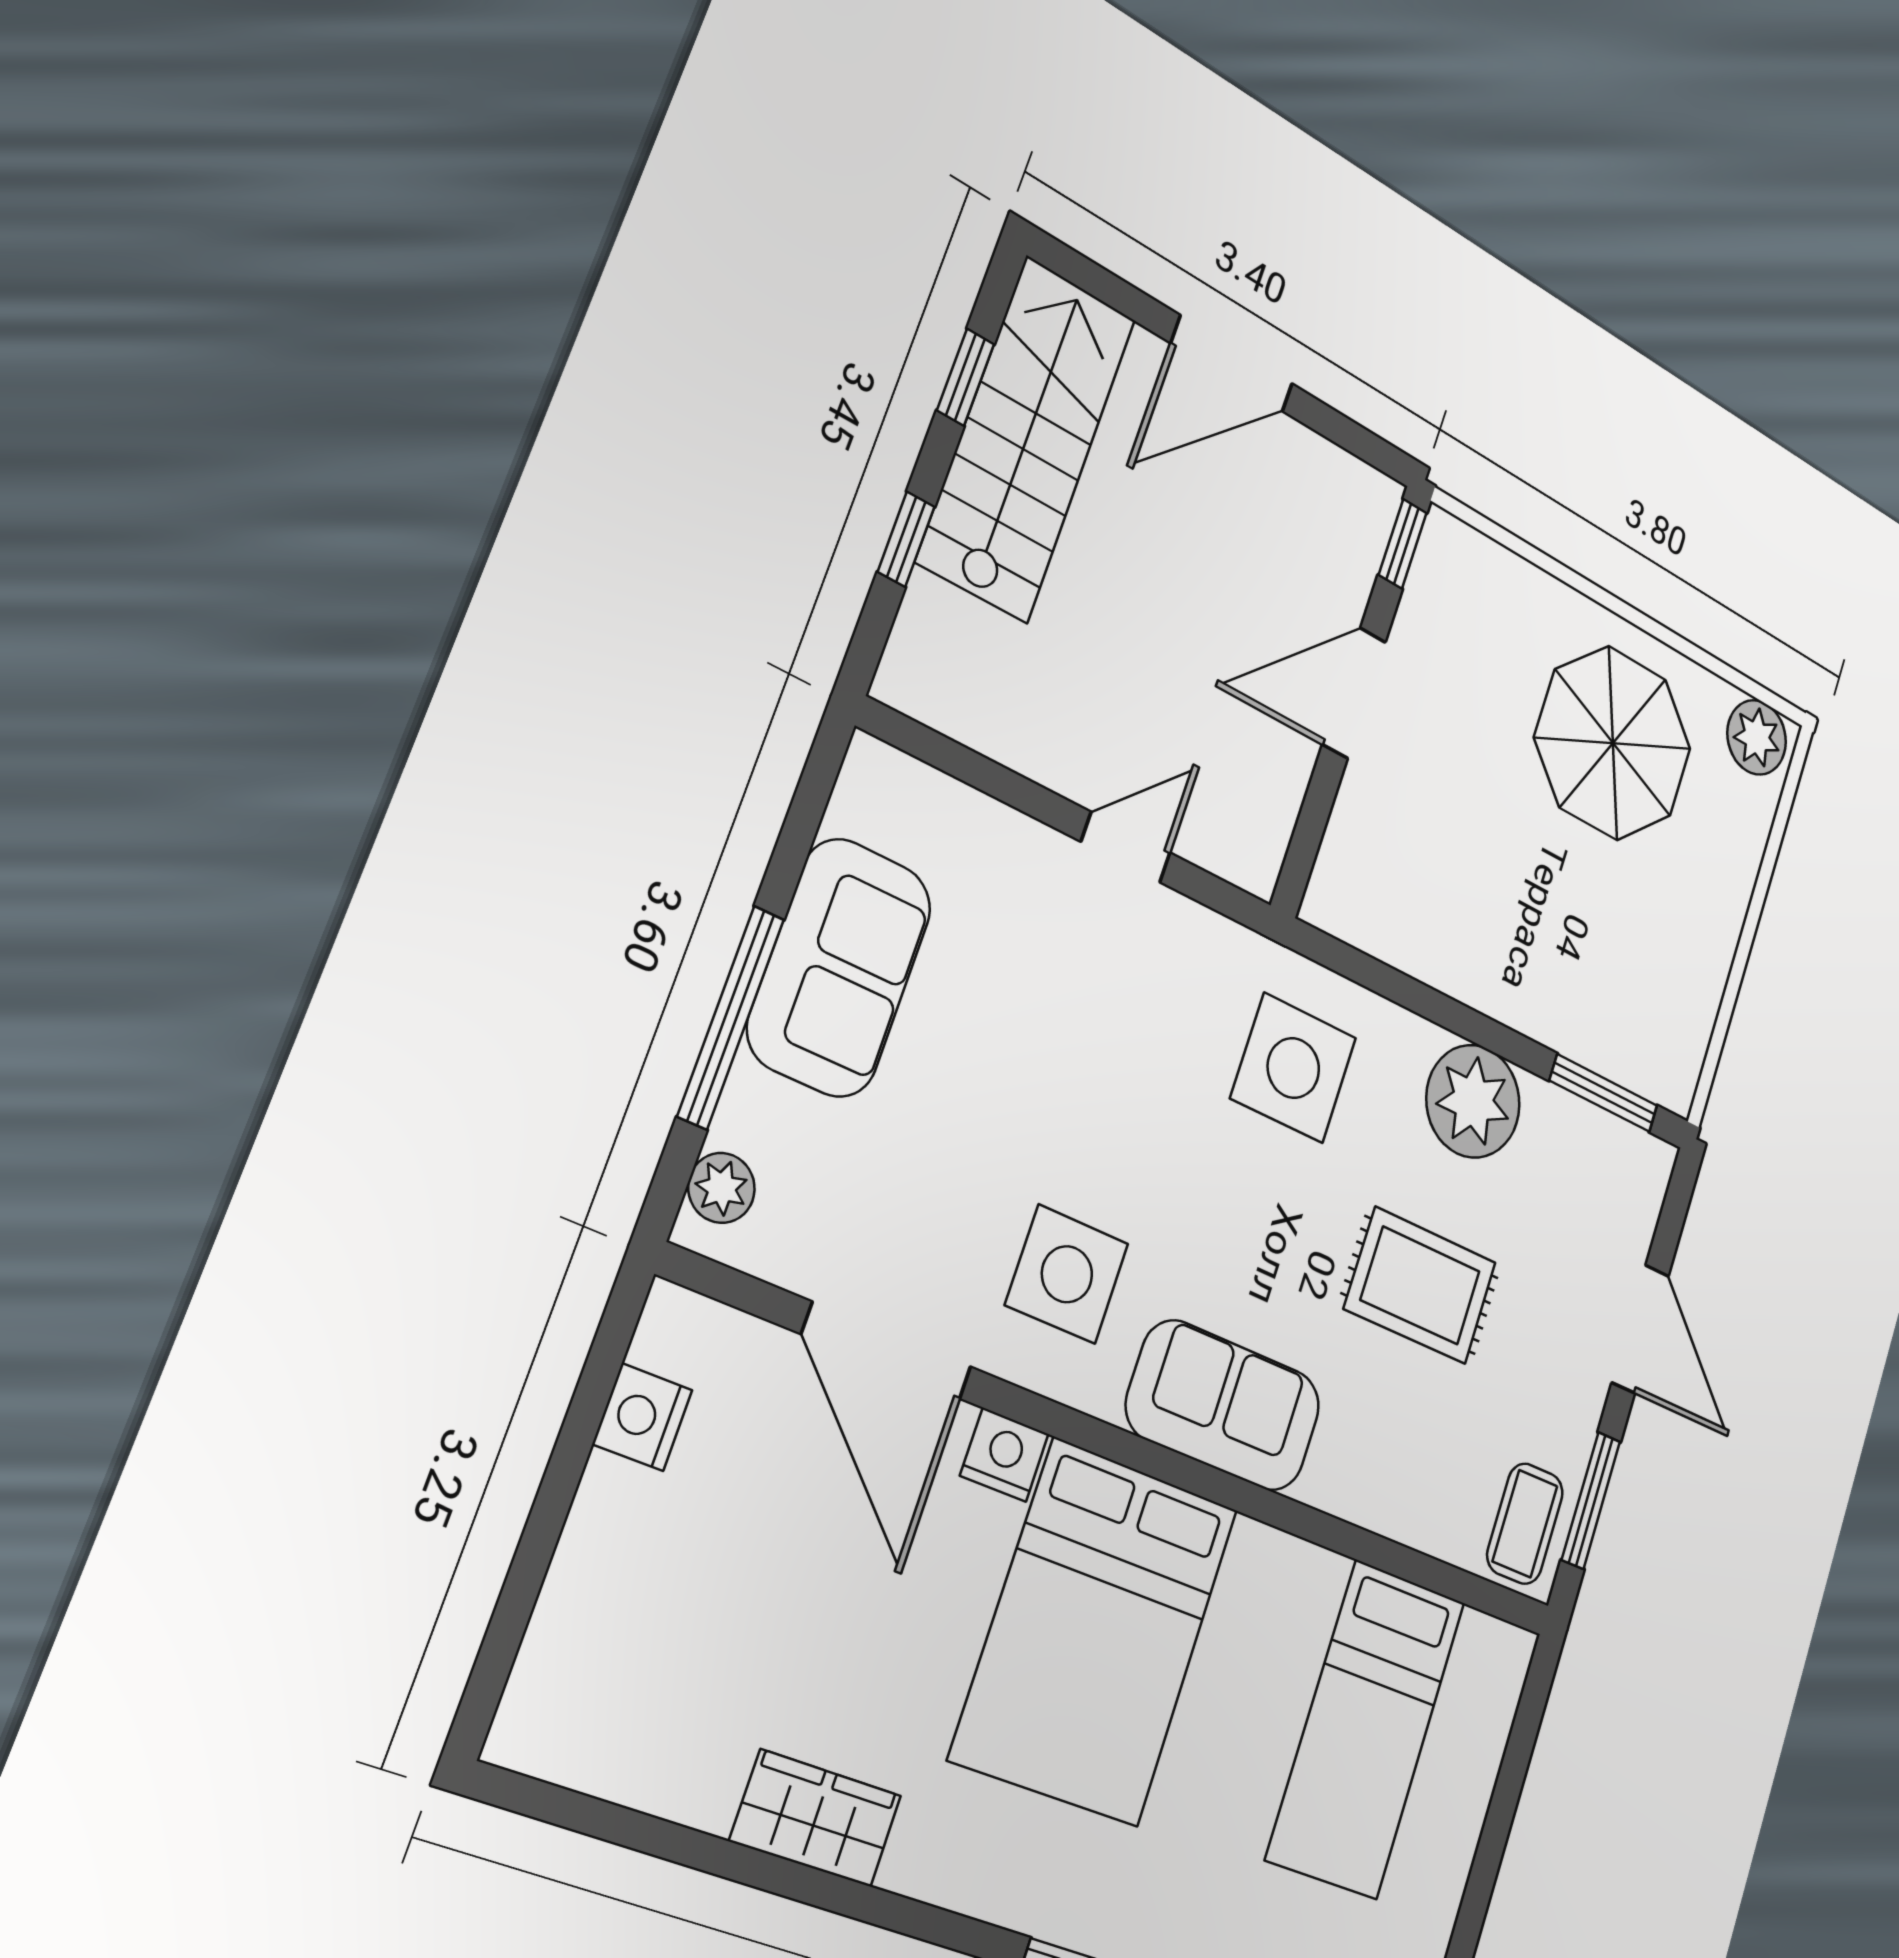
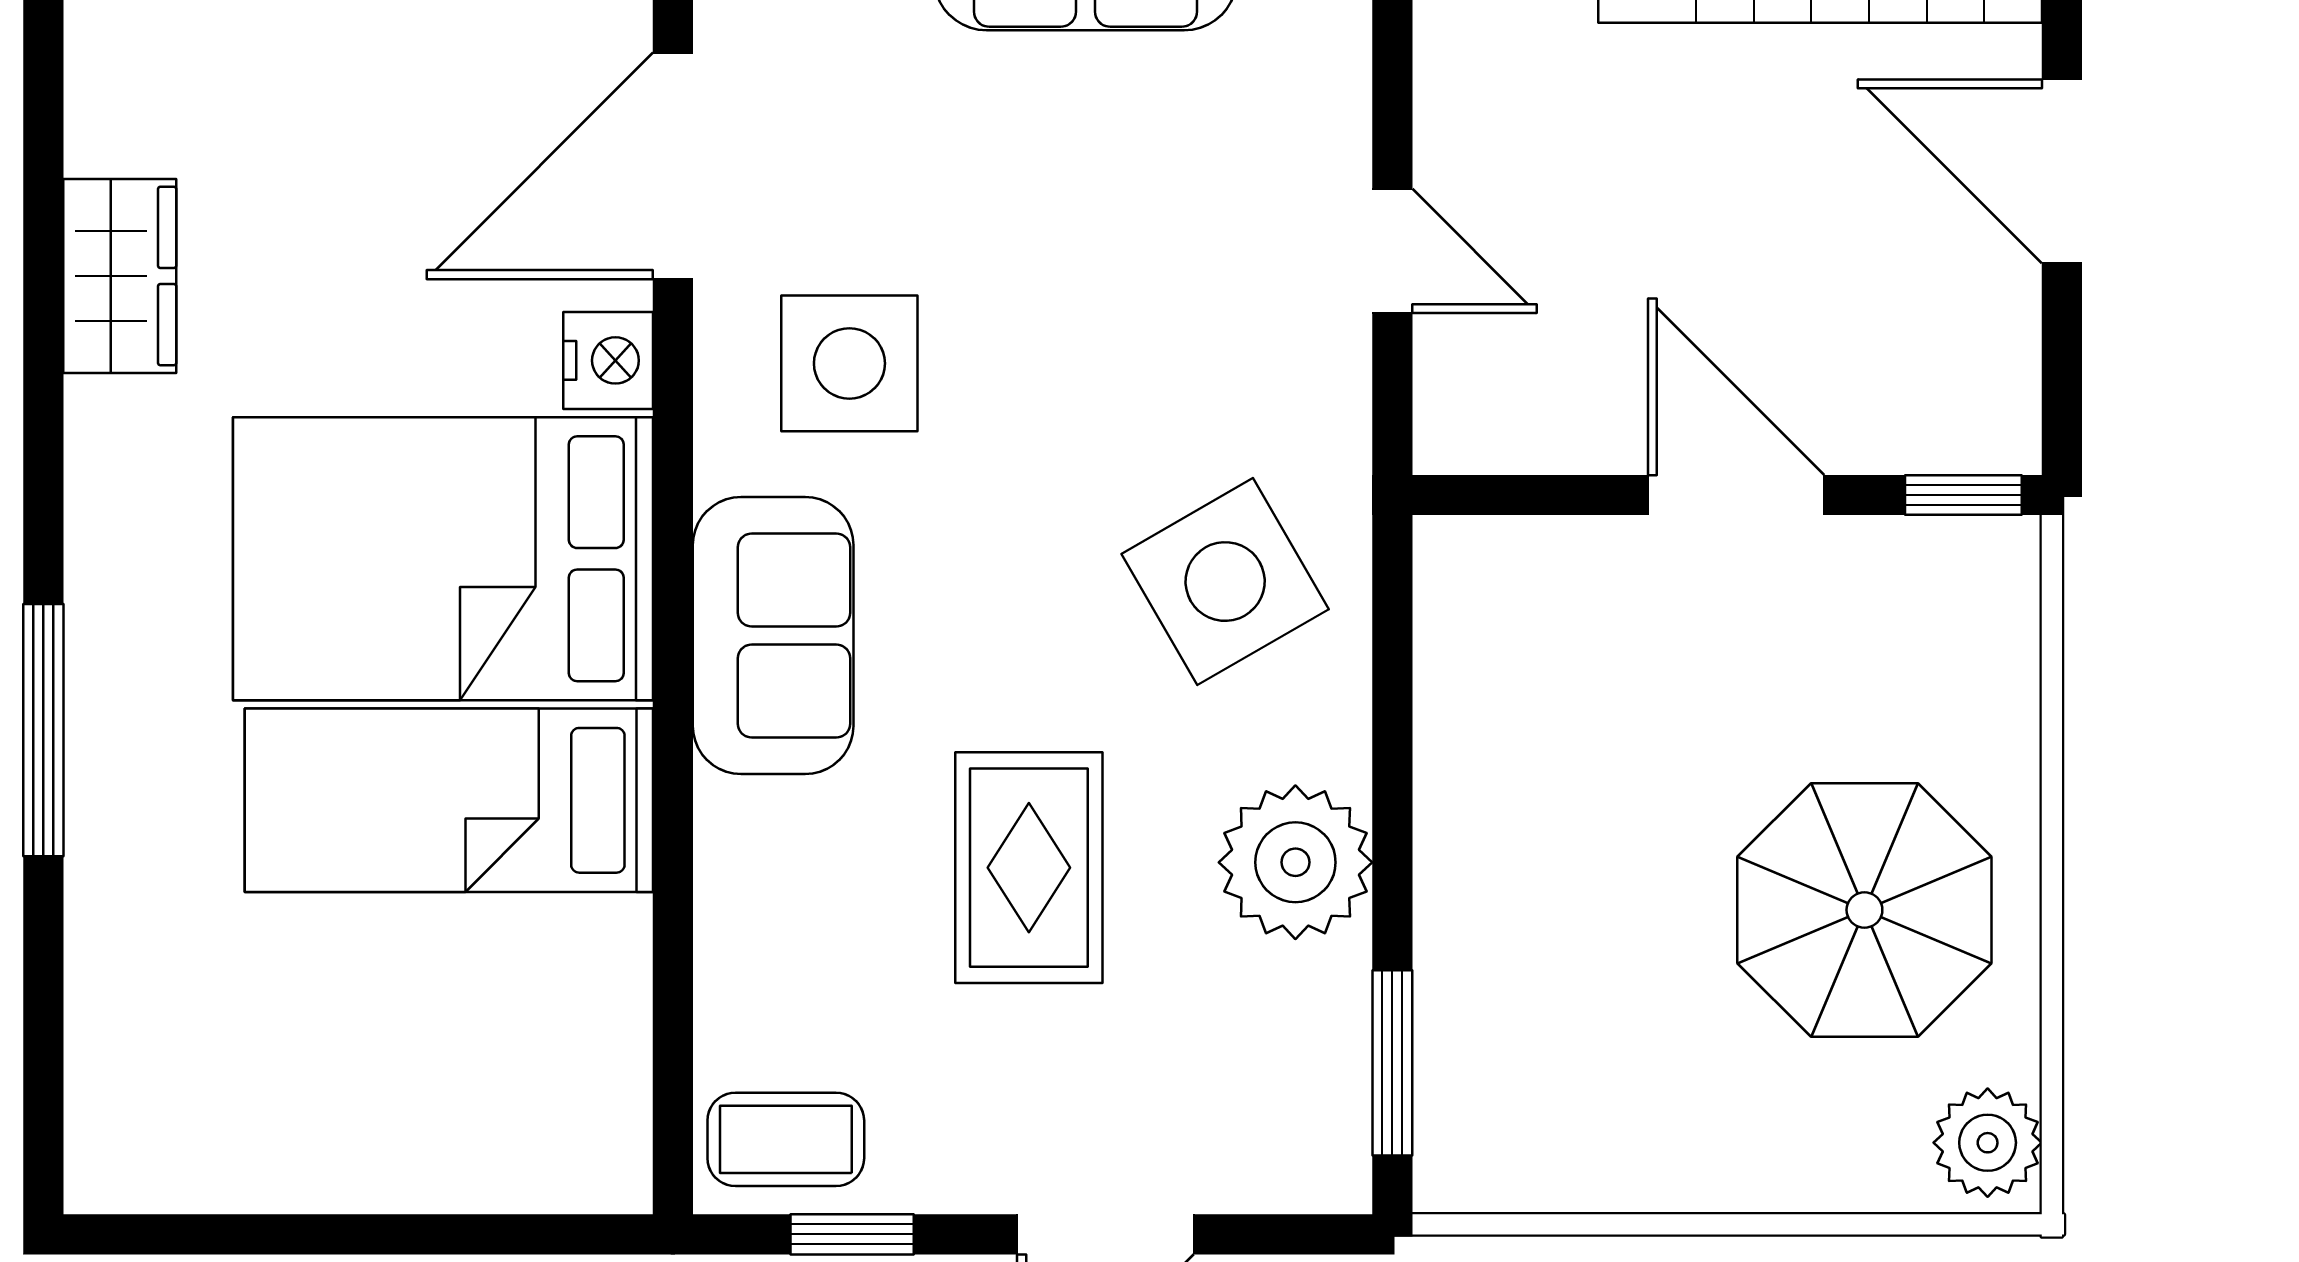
side table: (1293, 1068) -> (1225, 582), turned -30
window: (1591, 1501) -> (852, 1234), width x0.67
bed: (1366, 1729) -> (449, 800), moved

